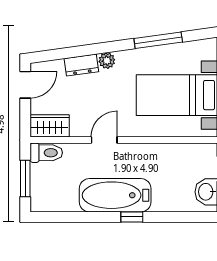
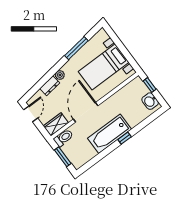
door: (104, 140) -> (86, 112), width x1.88

